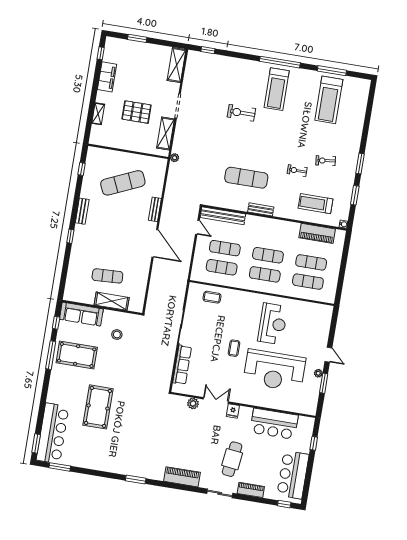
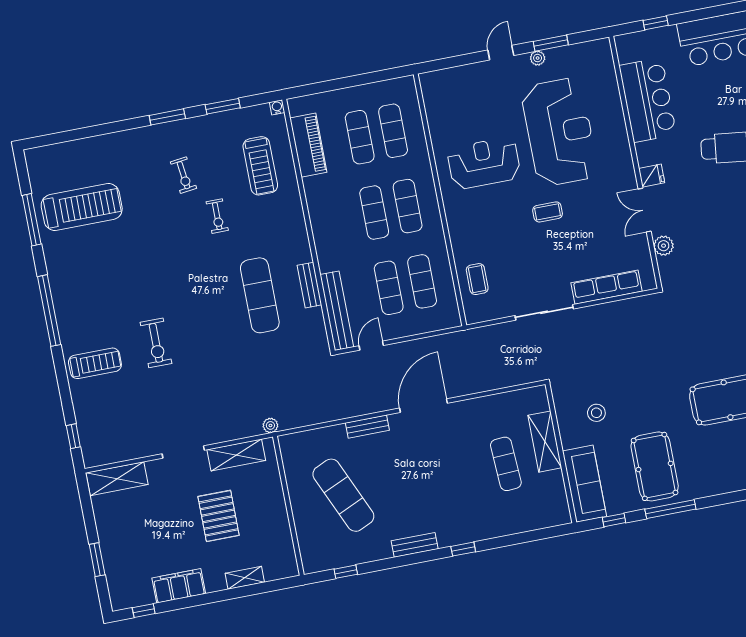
treadmill: (277, 89) -> (95, 363), moved, width x0.73, depth x0.73
bench: (261, 209) -> (309, 285), moved

